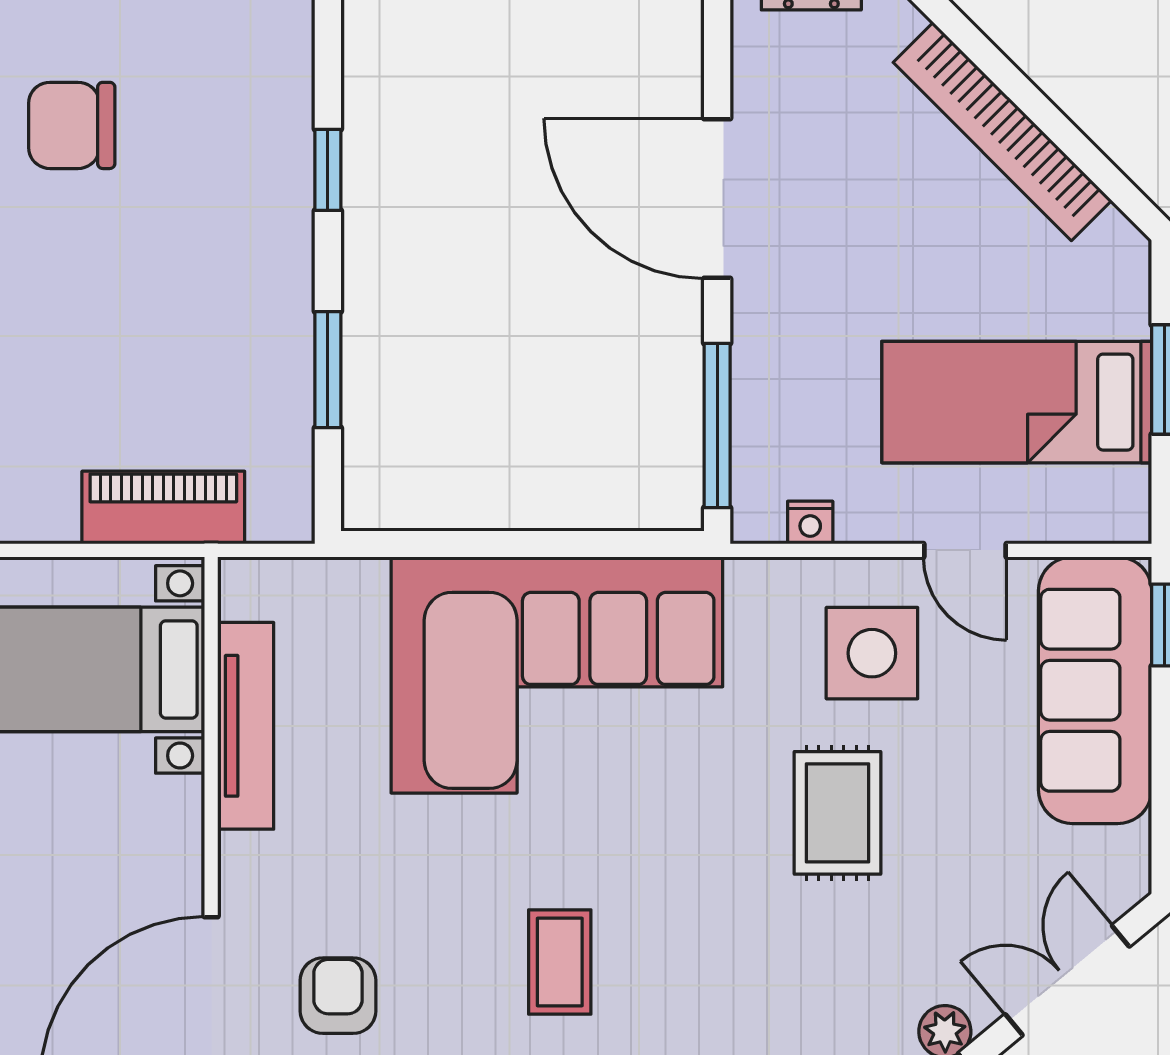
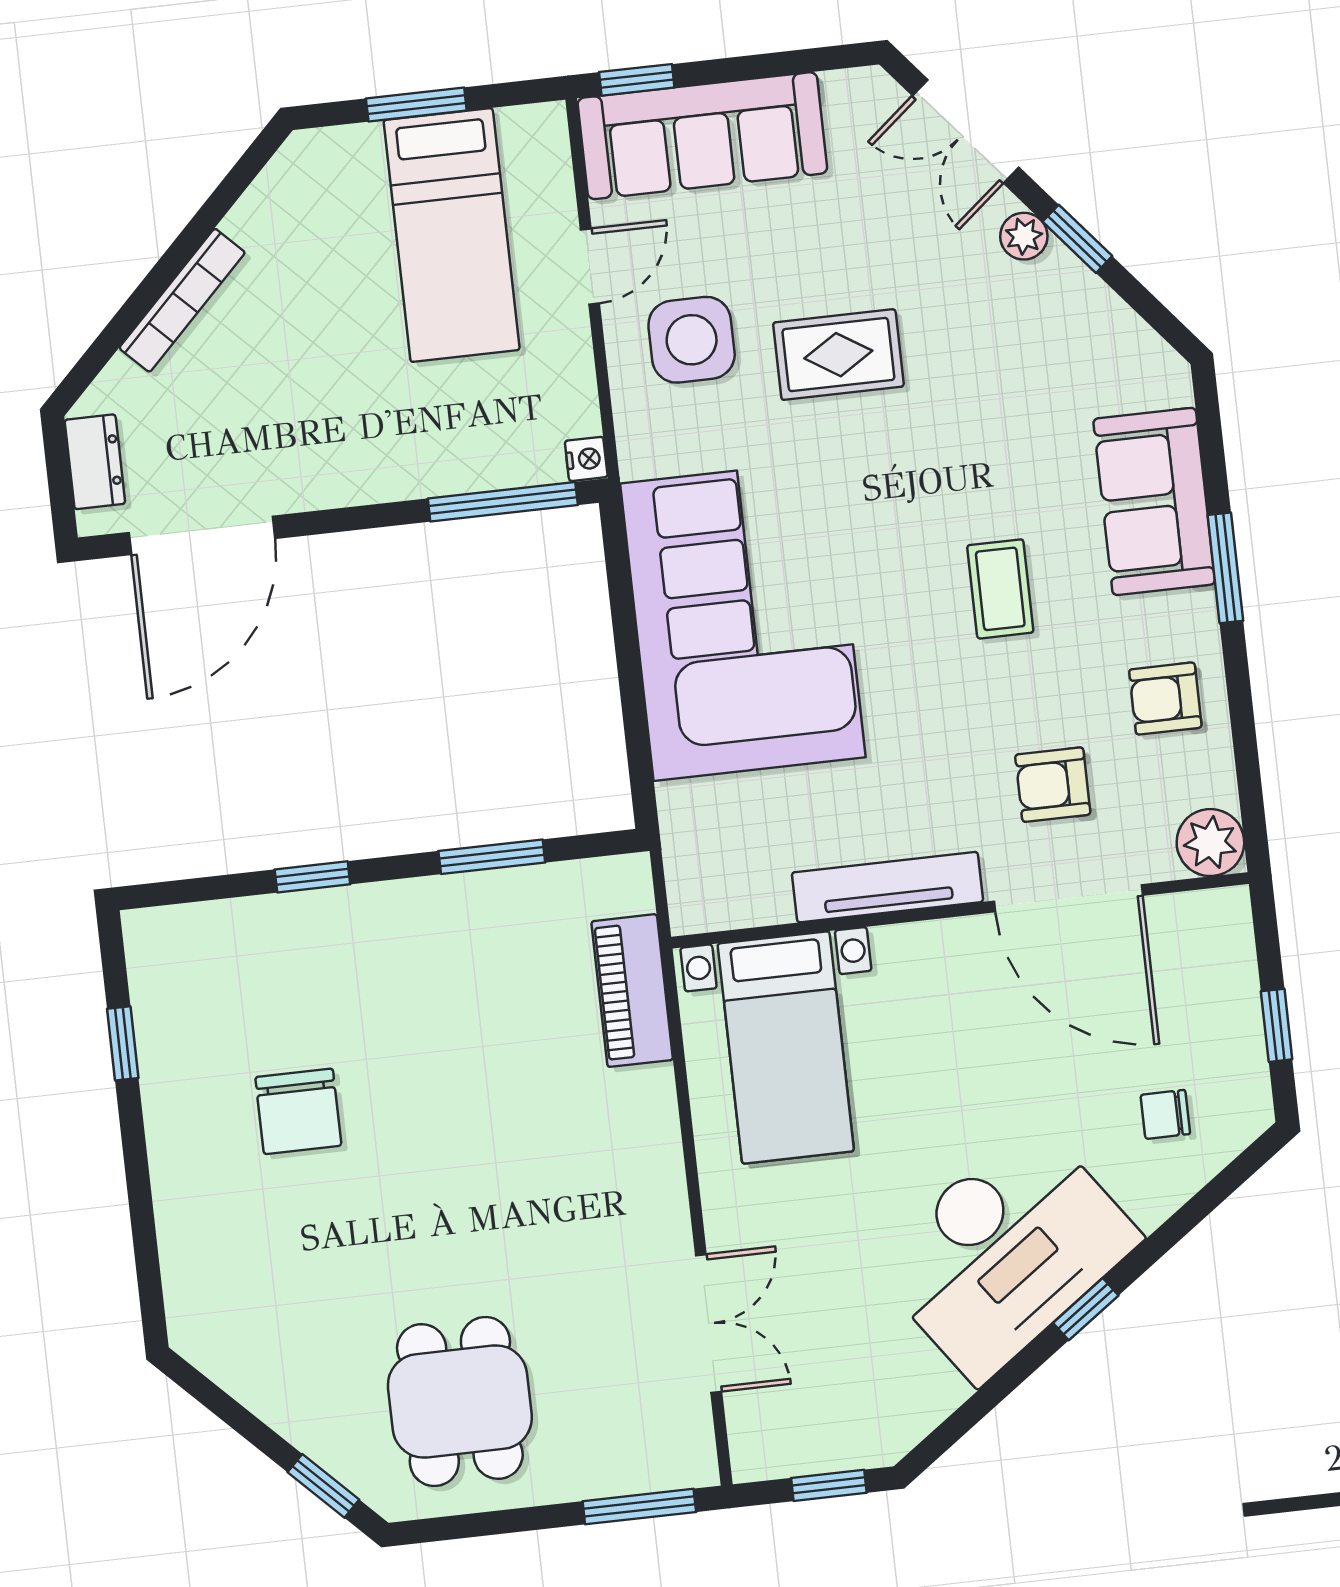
bookcase: (1002, 131) -> (182, 300), width x0.68, depth x0.76
door: (717, 199) -> (202, 535), moved
nightstand: (810, 523) -> (586, 459), moved
tv unit: (246, 726) -> (887, 887), moved
coffee table: (560, 962) -> (1000, 589), turned 90

